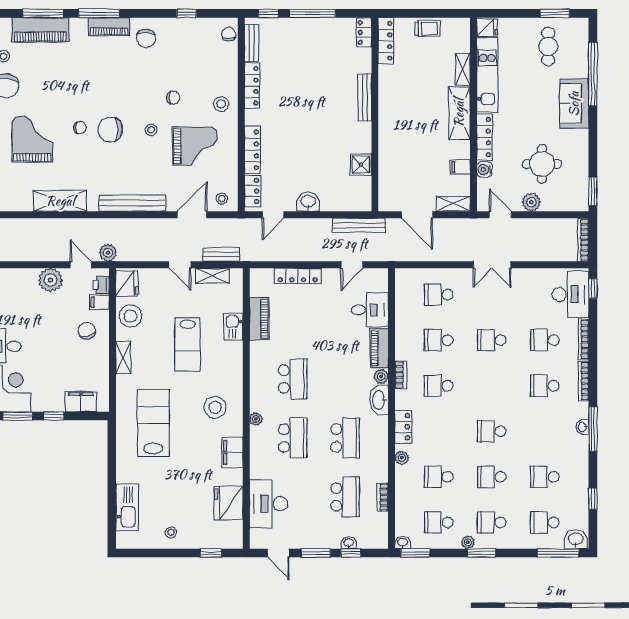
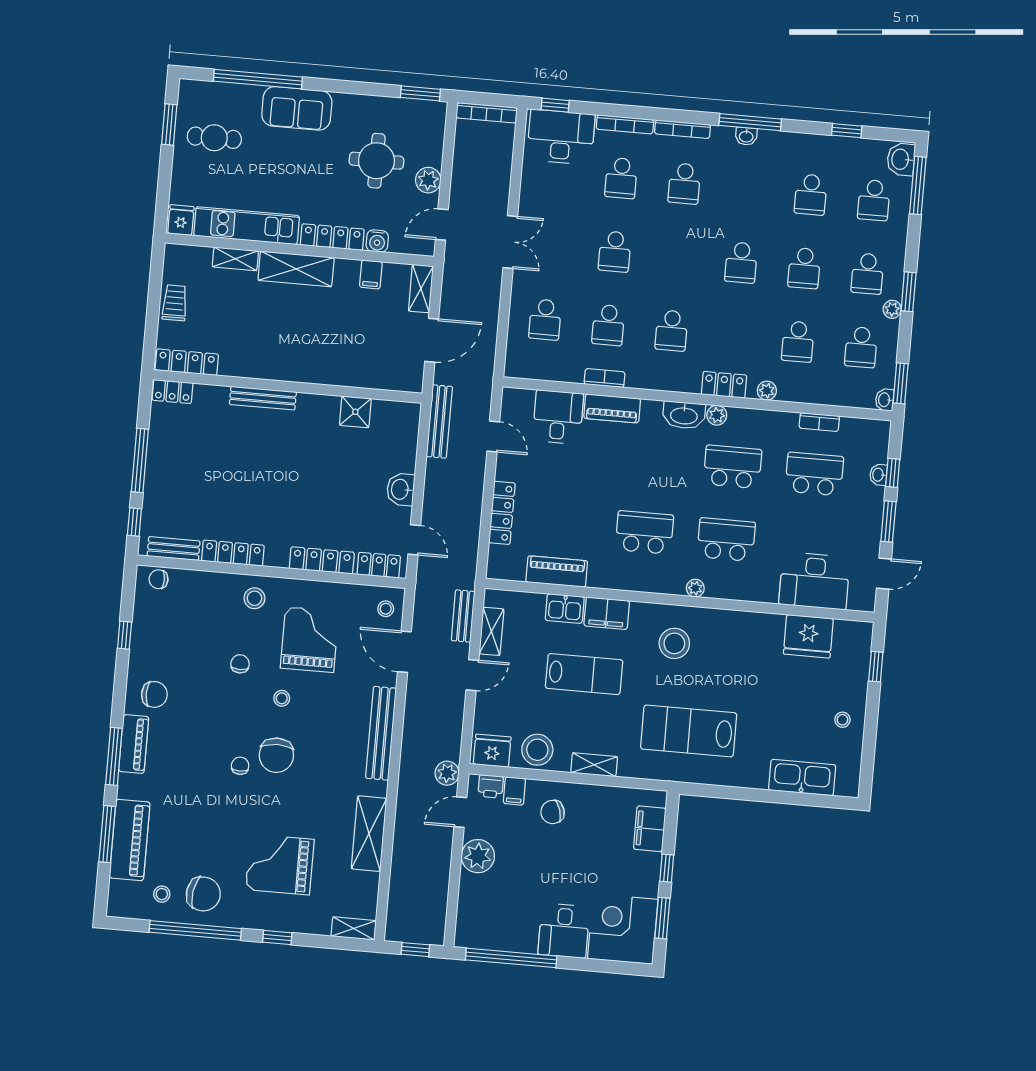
chair: (80, 128) -> (240, 766), moved
bookcase: (401, 375) -> (604, 378), moved
plant: (381, 376) -> (717, 415), moved
filing cabinet: (232, 452) -> (607, 613), moved

